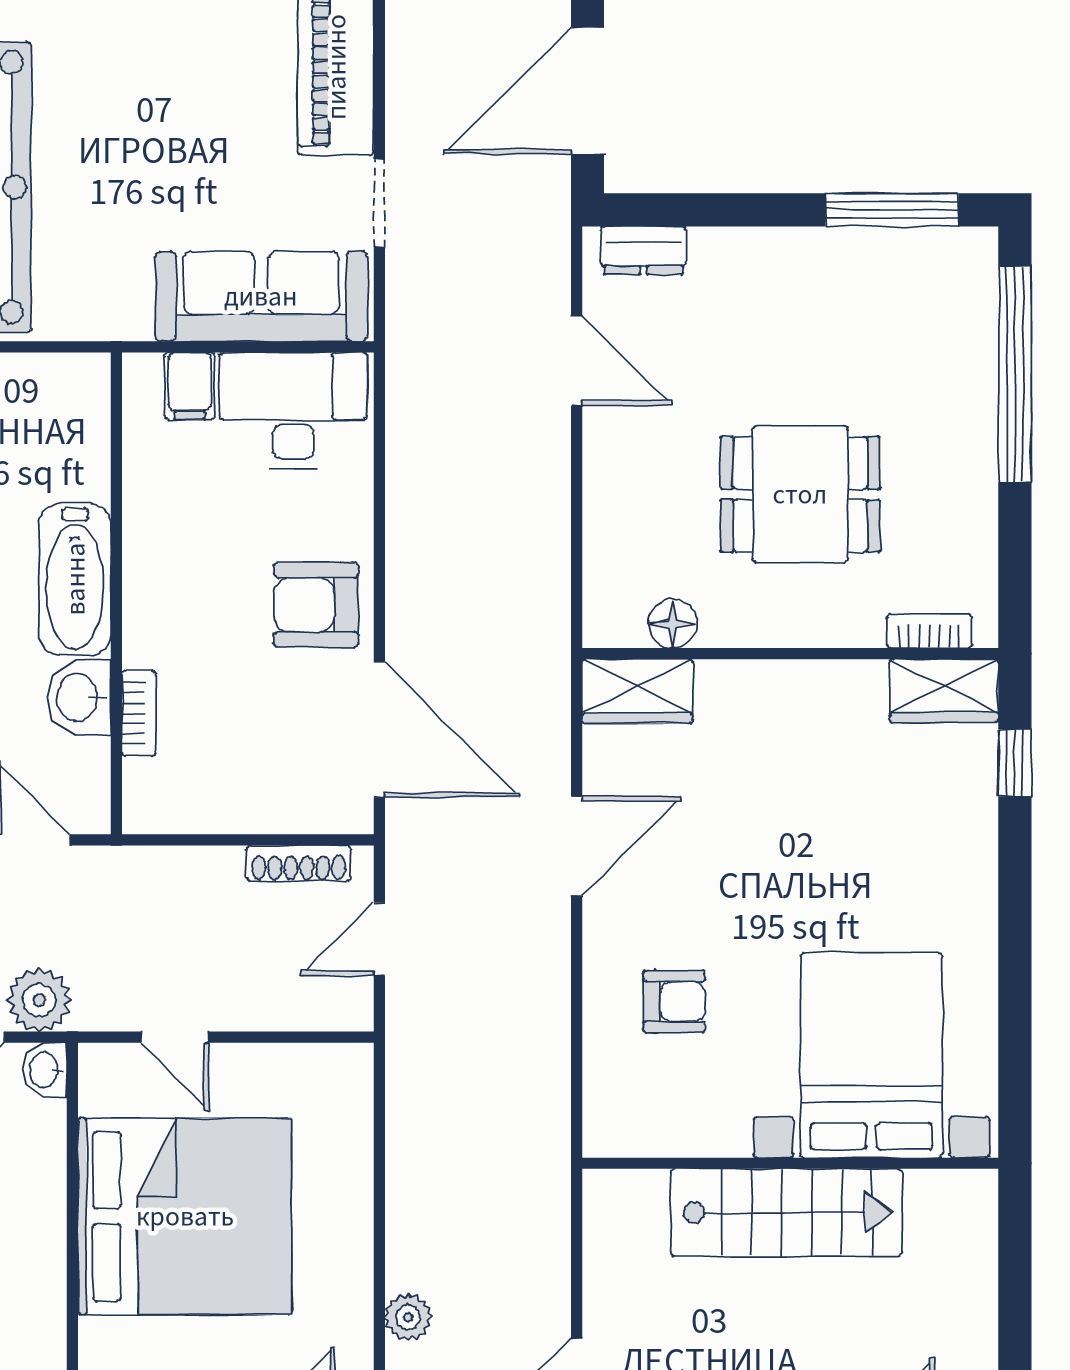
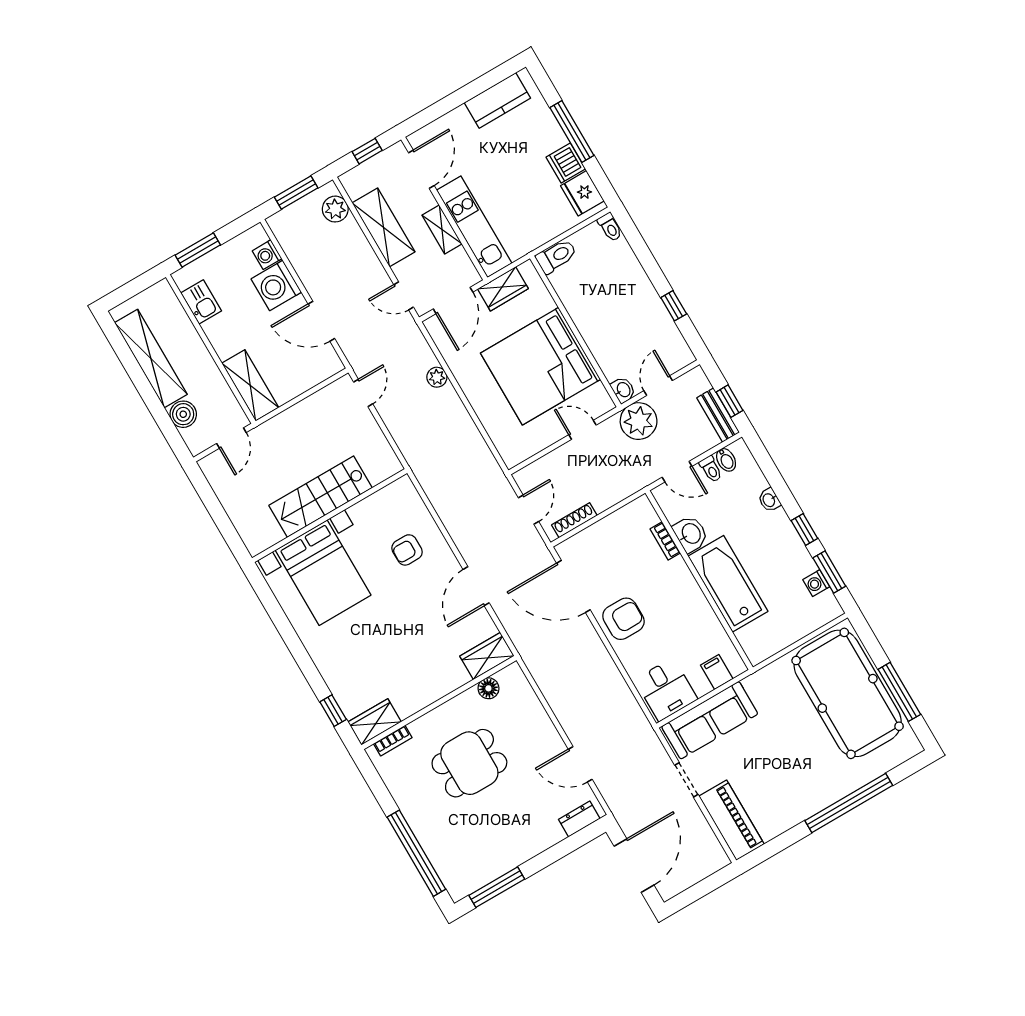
desk: (293, 410) -> (666, 690), width x0.73
bathtub: (75, 579) -> (728, 584), width x1.36, depth x1.36
plant: (39, 1000) -> (639, 421), width x1.36, depth x1.36

